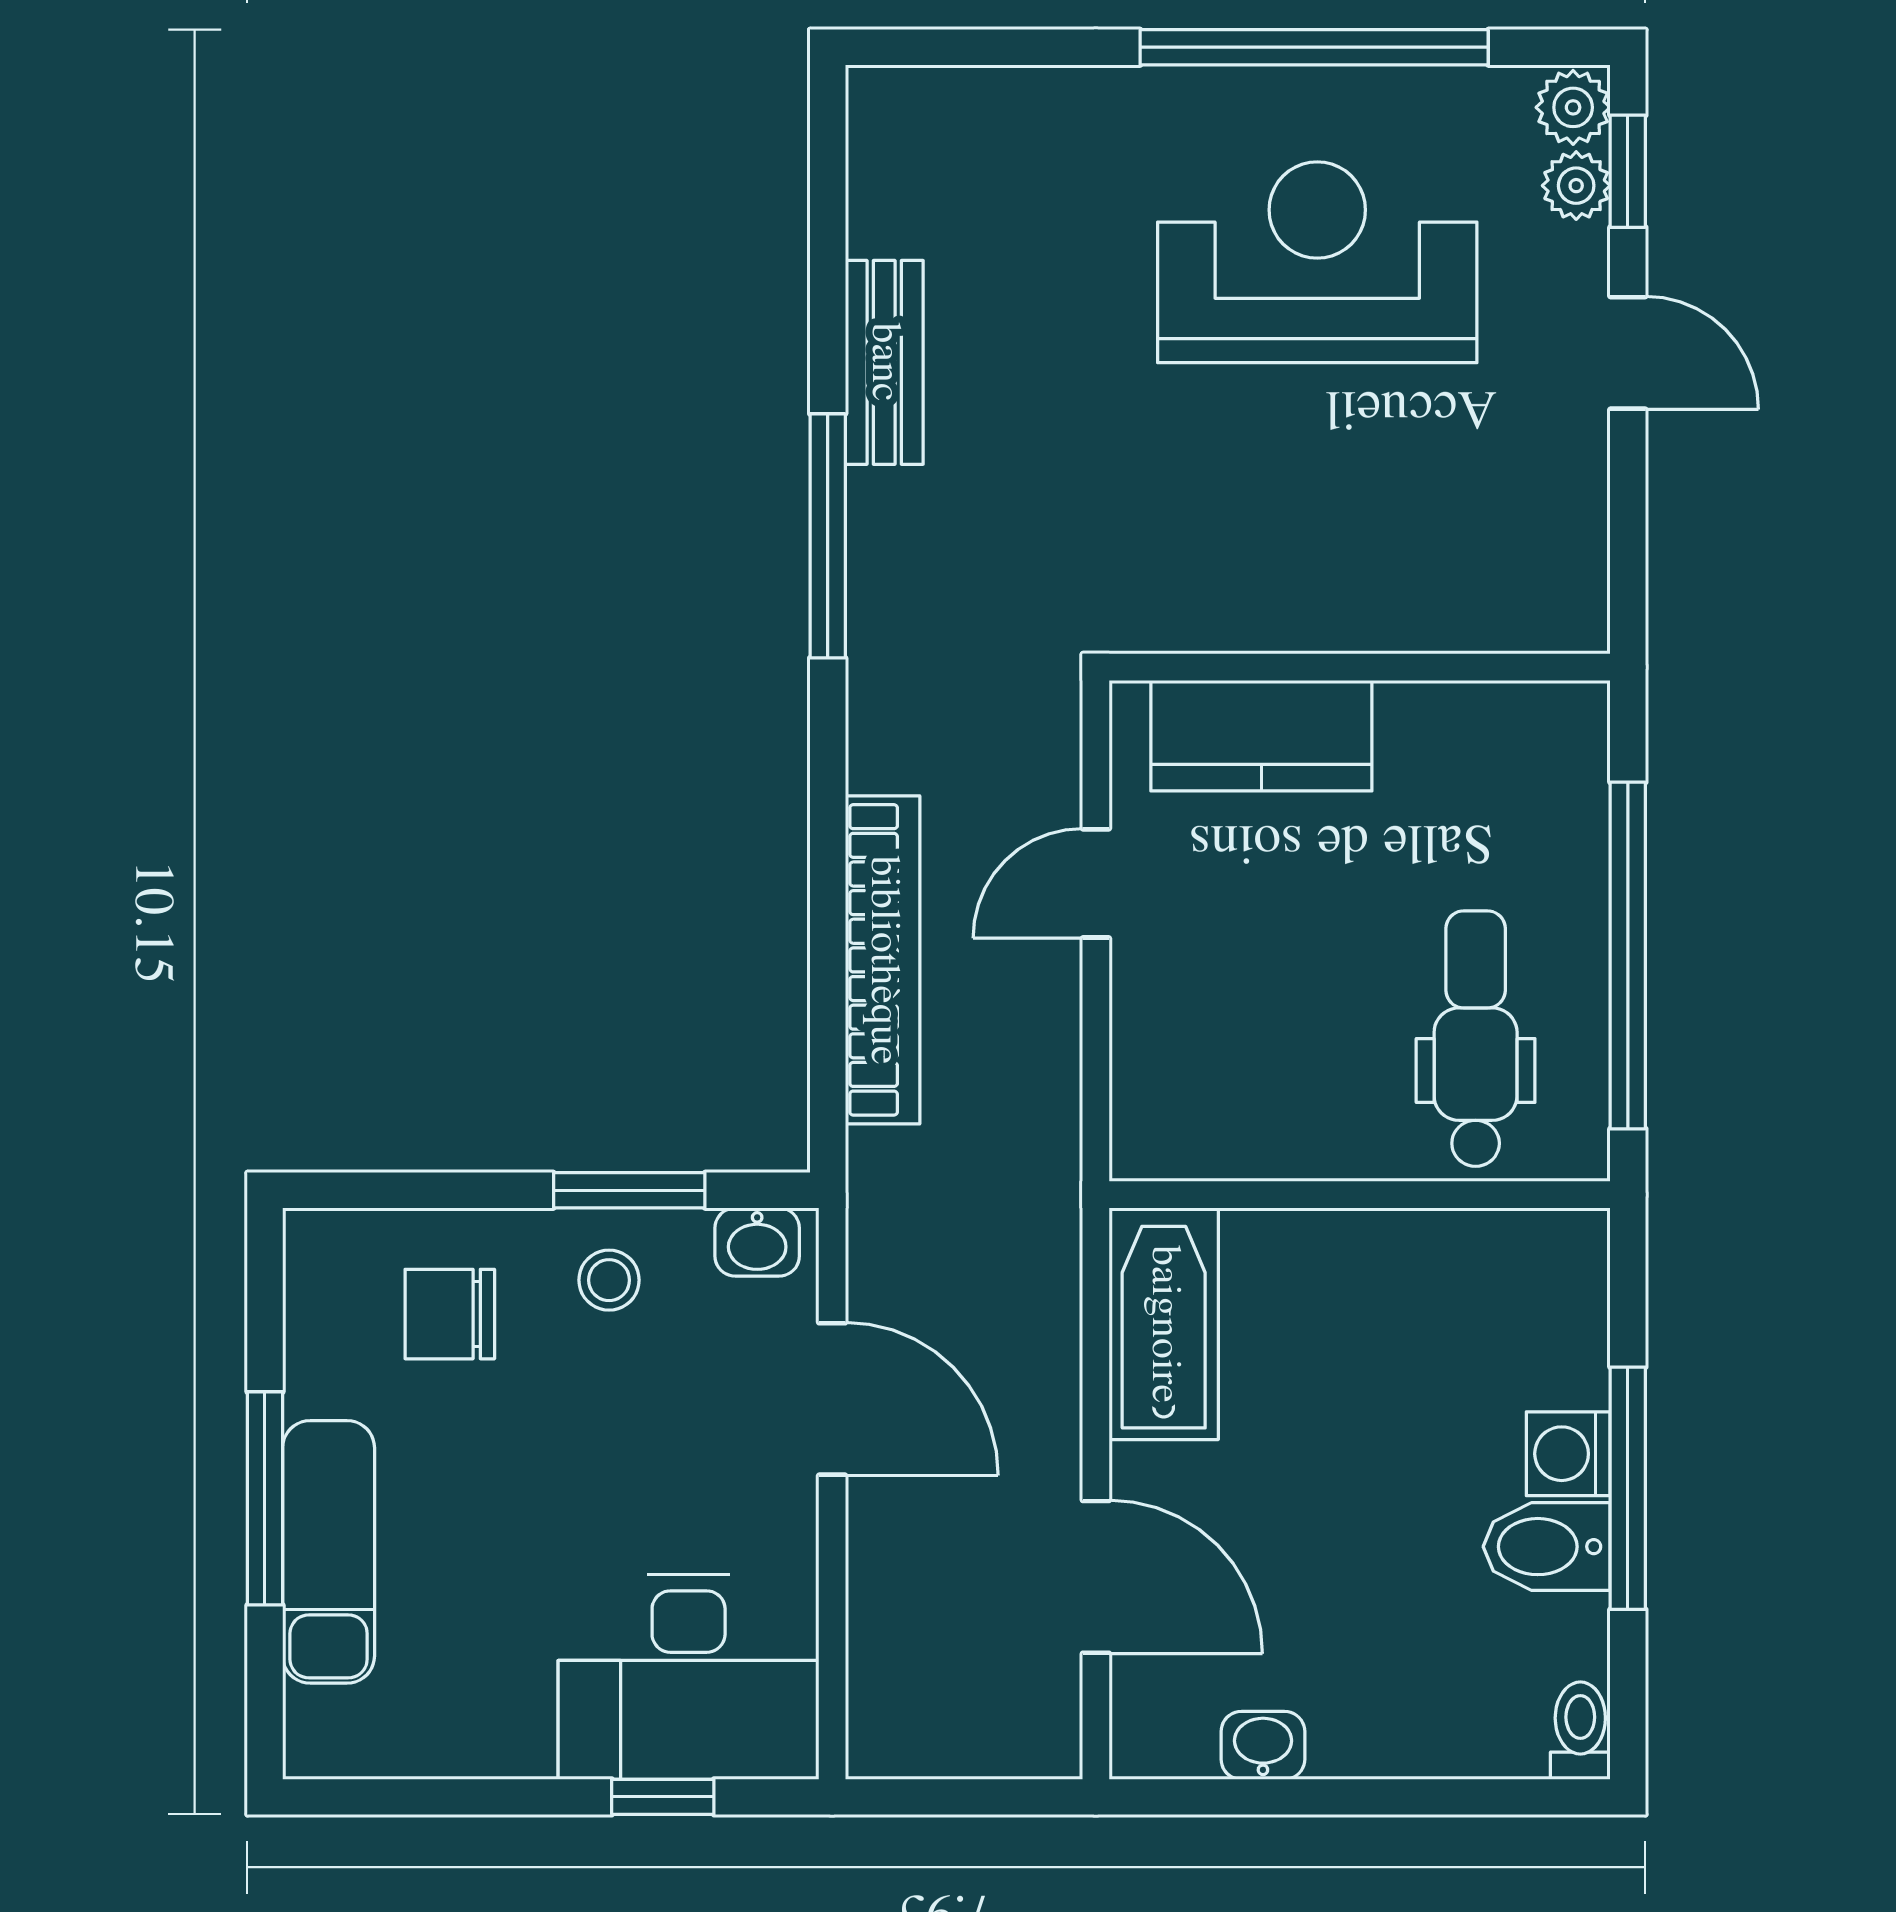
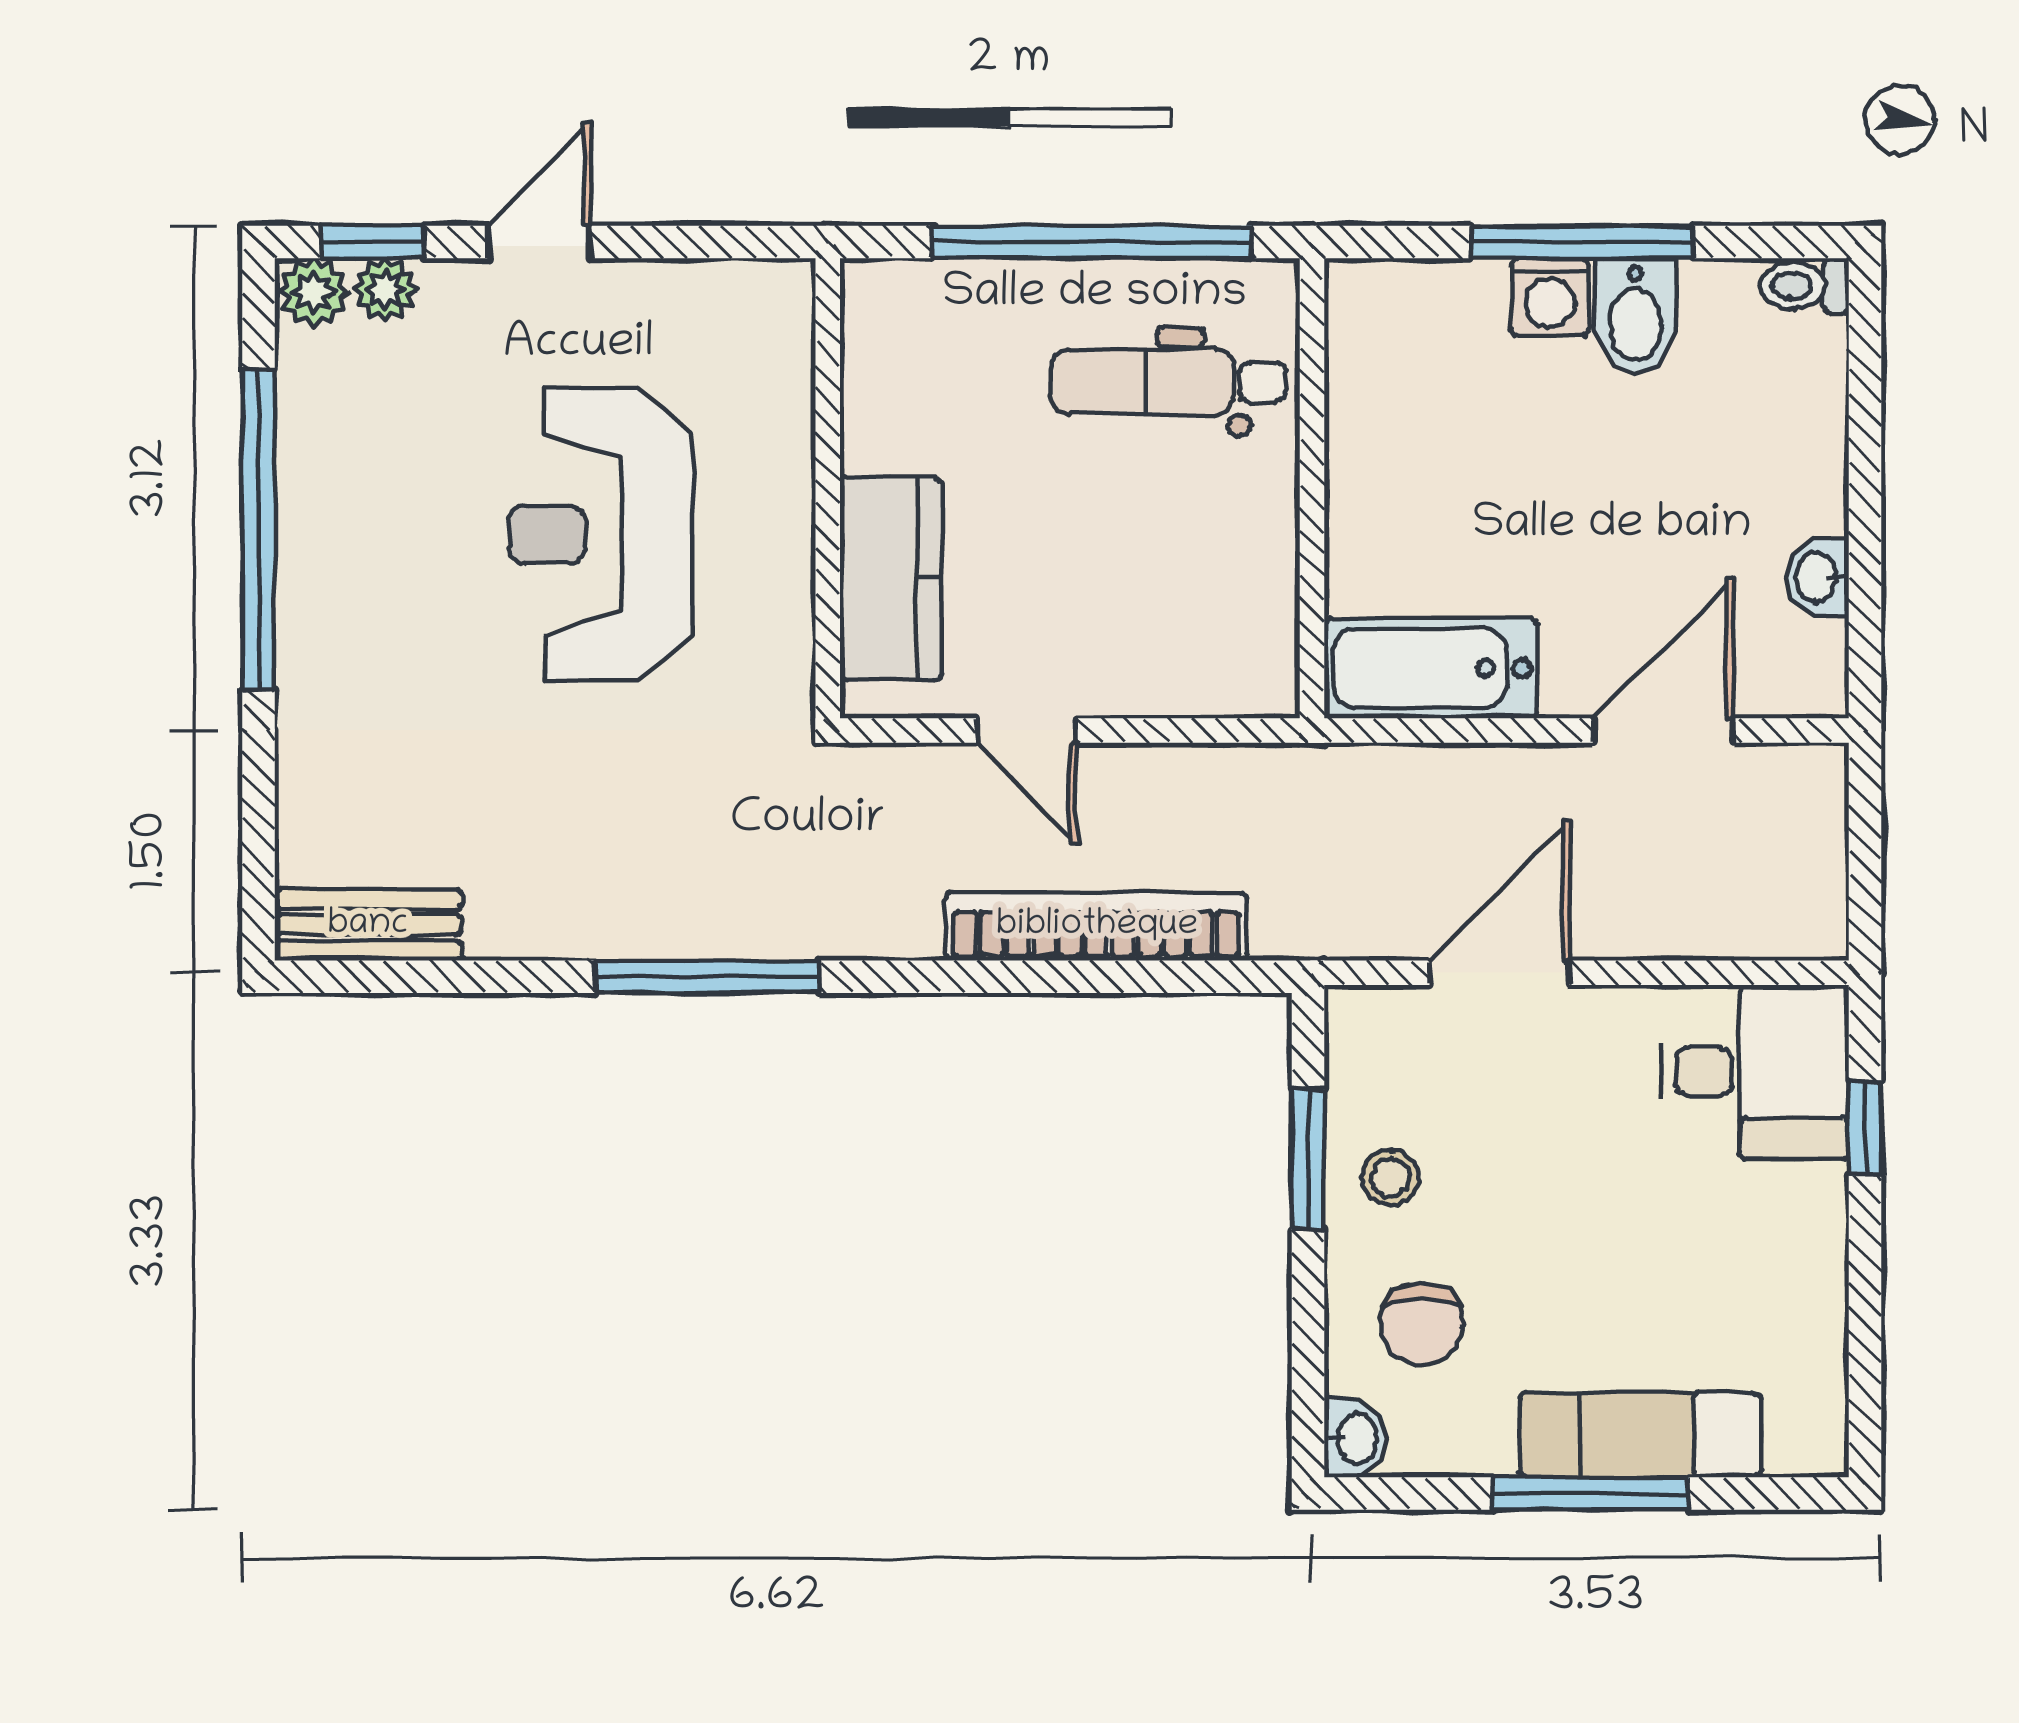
reception desk: (1317, 262) -> (600, 534), moved
bench: (884, 362) -> (368, 925), moved
washbasin: (757, 1242) -> (1356, 1438), moved
desk: (689, 1677) -> (1755, 1072), width x0.73

